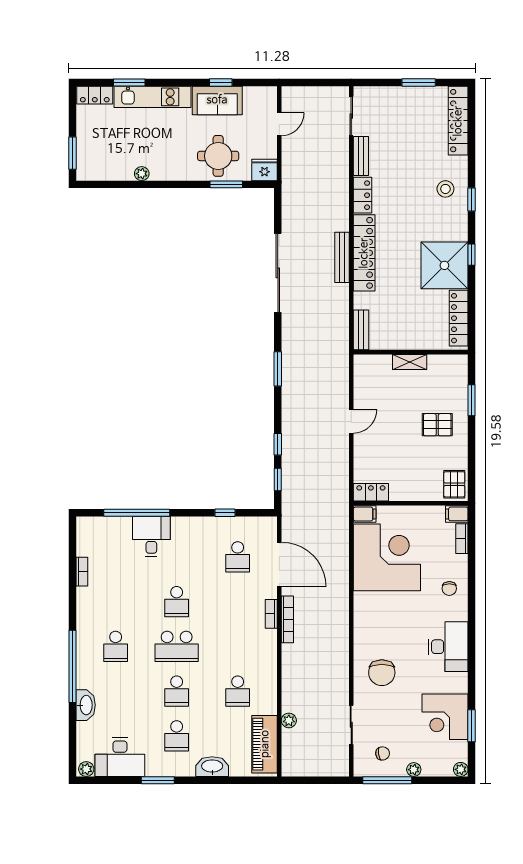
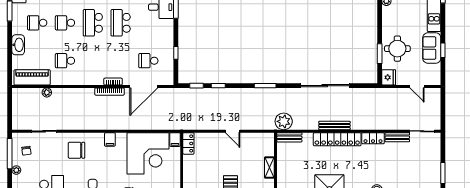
plant: (335, 339) -> (284, 121), added
school desk: (177, 602) -> (121, 23), width x1.85
filing cabinet: (364, 619) -> (110, 139), added

